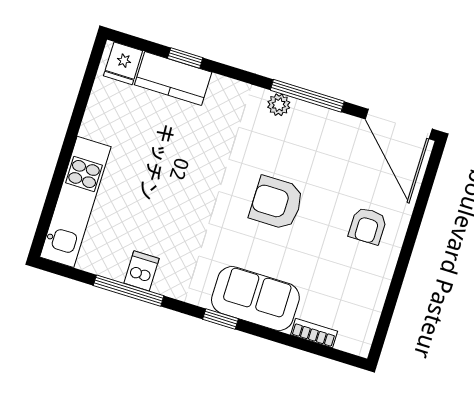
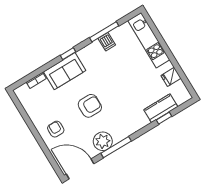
fridge: (123, 63) -> (171, 77), moved, turned -90
plant: (279, 105) -> (103, 141), moved, width x1.87, depth x1.87

